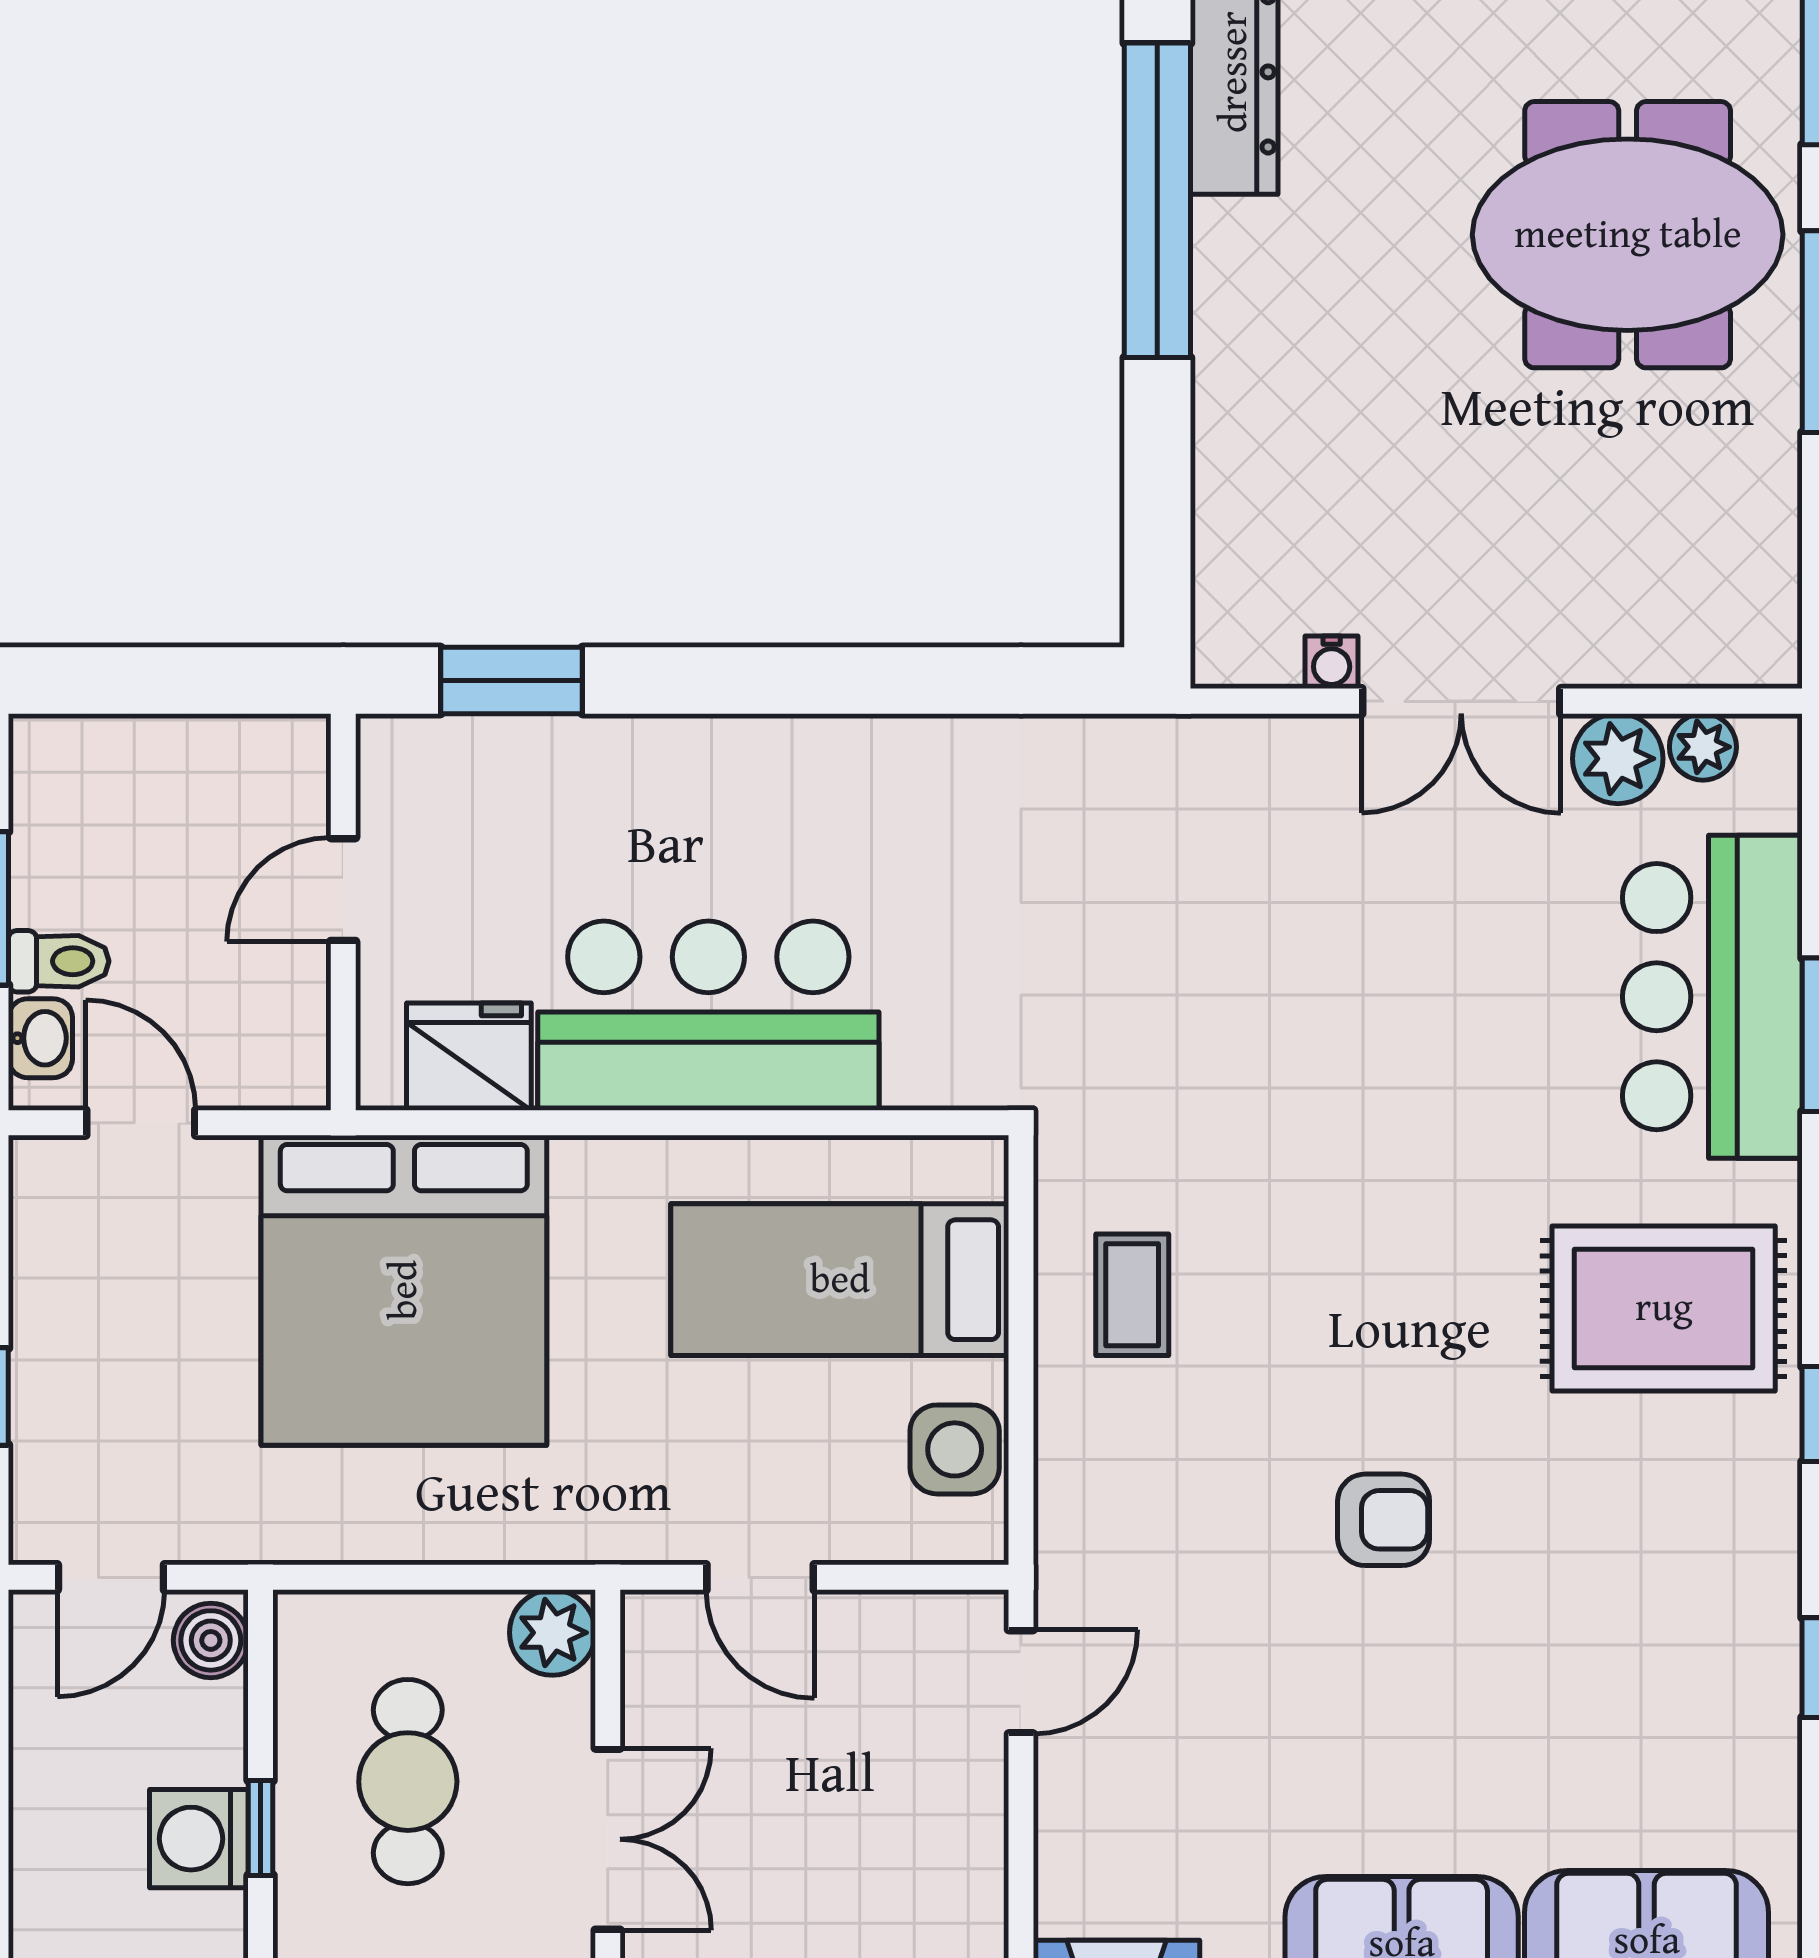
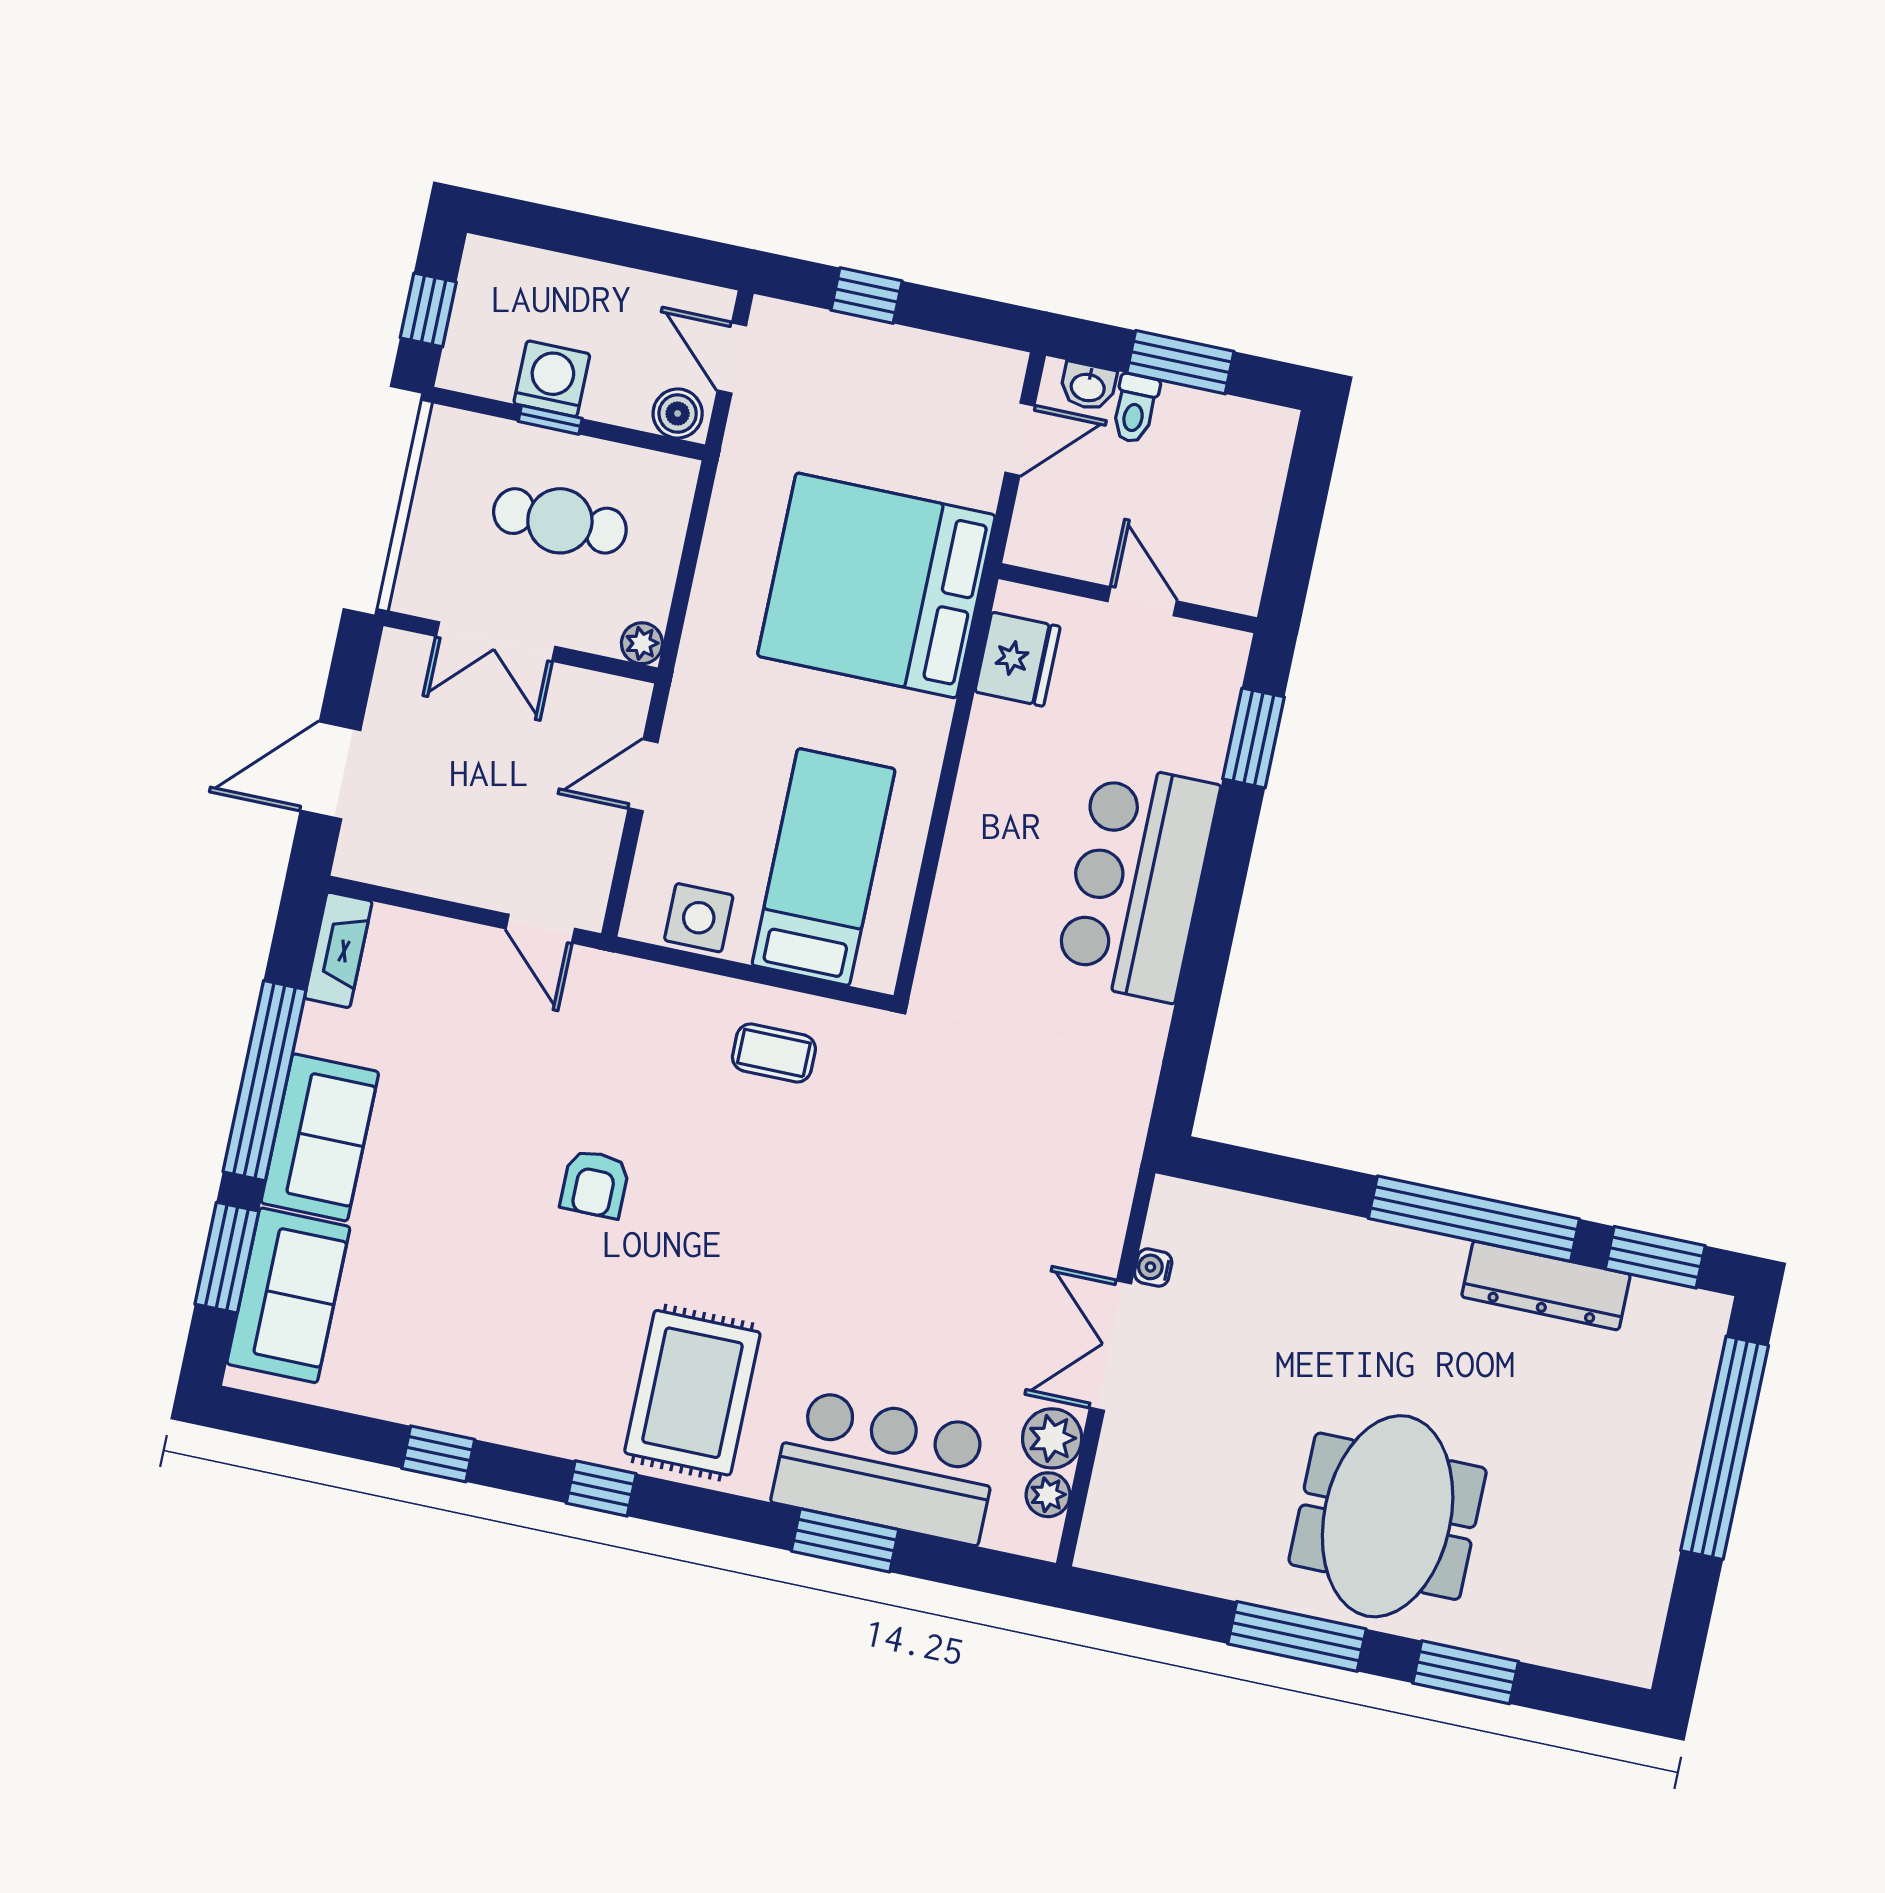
bar counter: (708, 1016) -> (1137, 882), moved, turned 180
plant: (552, 1633) -> (642, 643), width x0.73, depth x0.73

